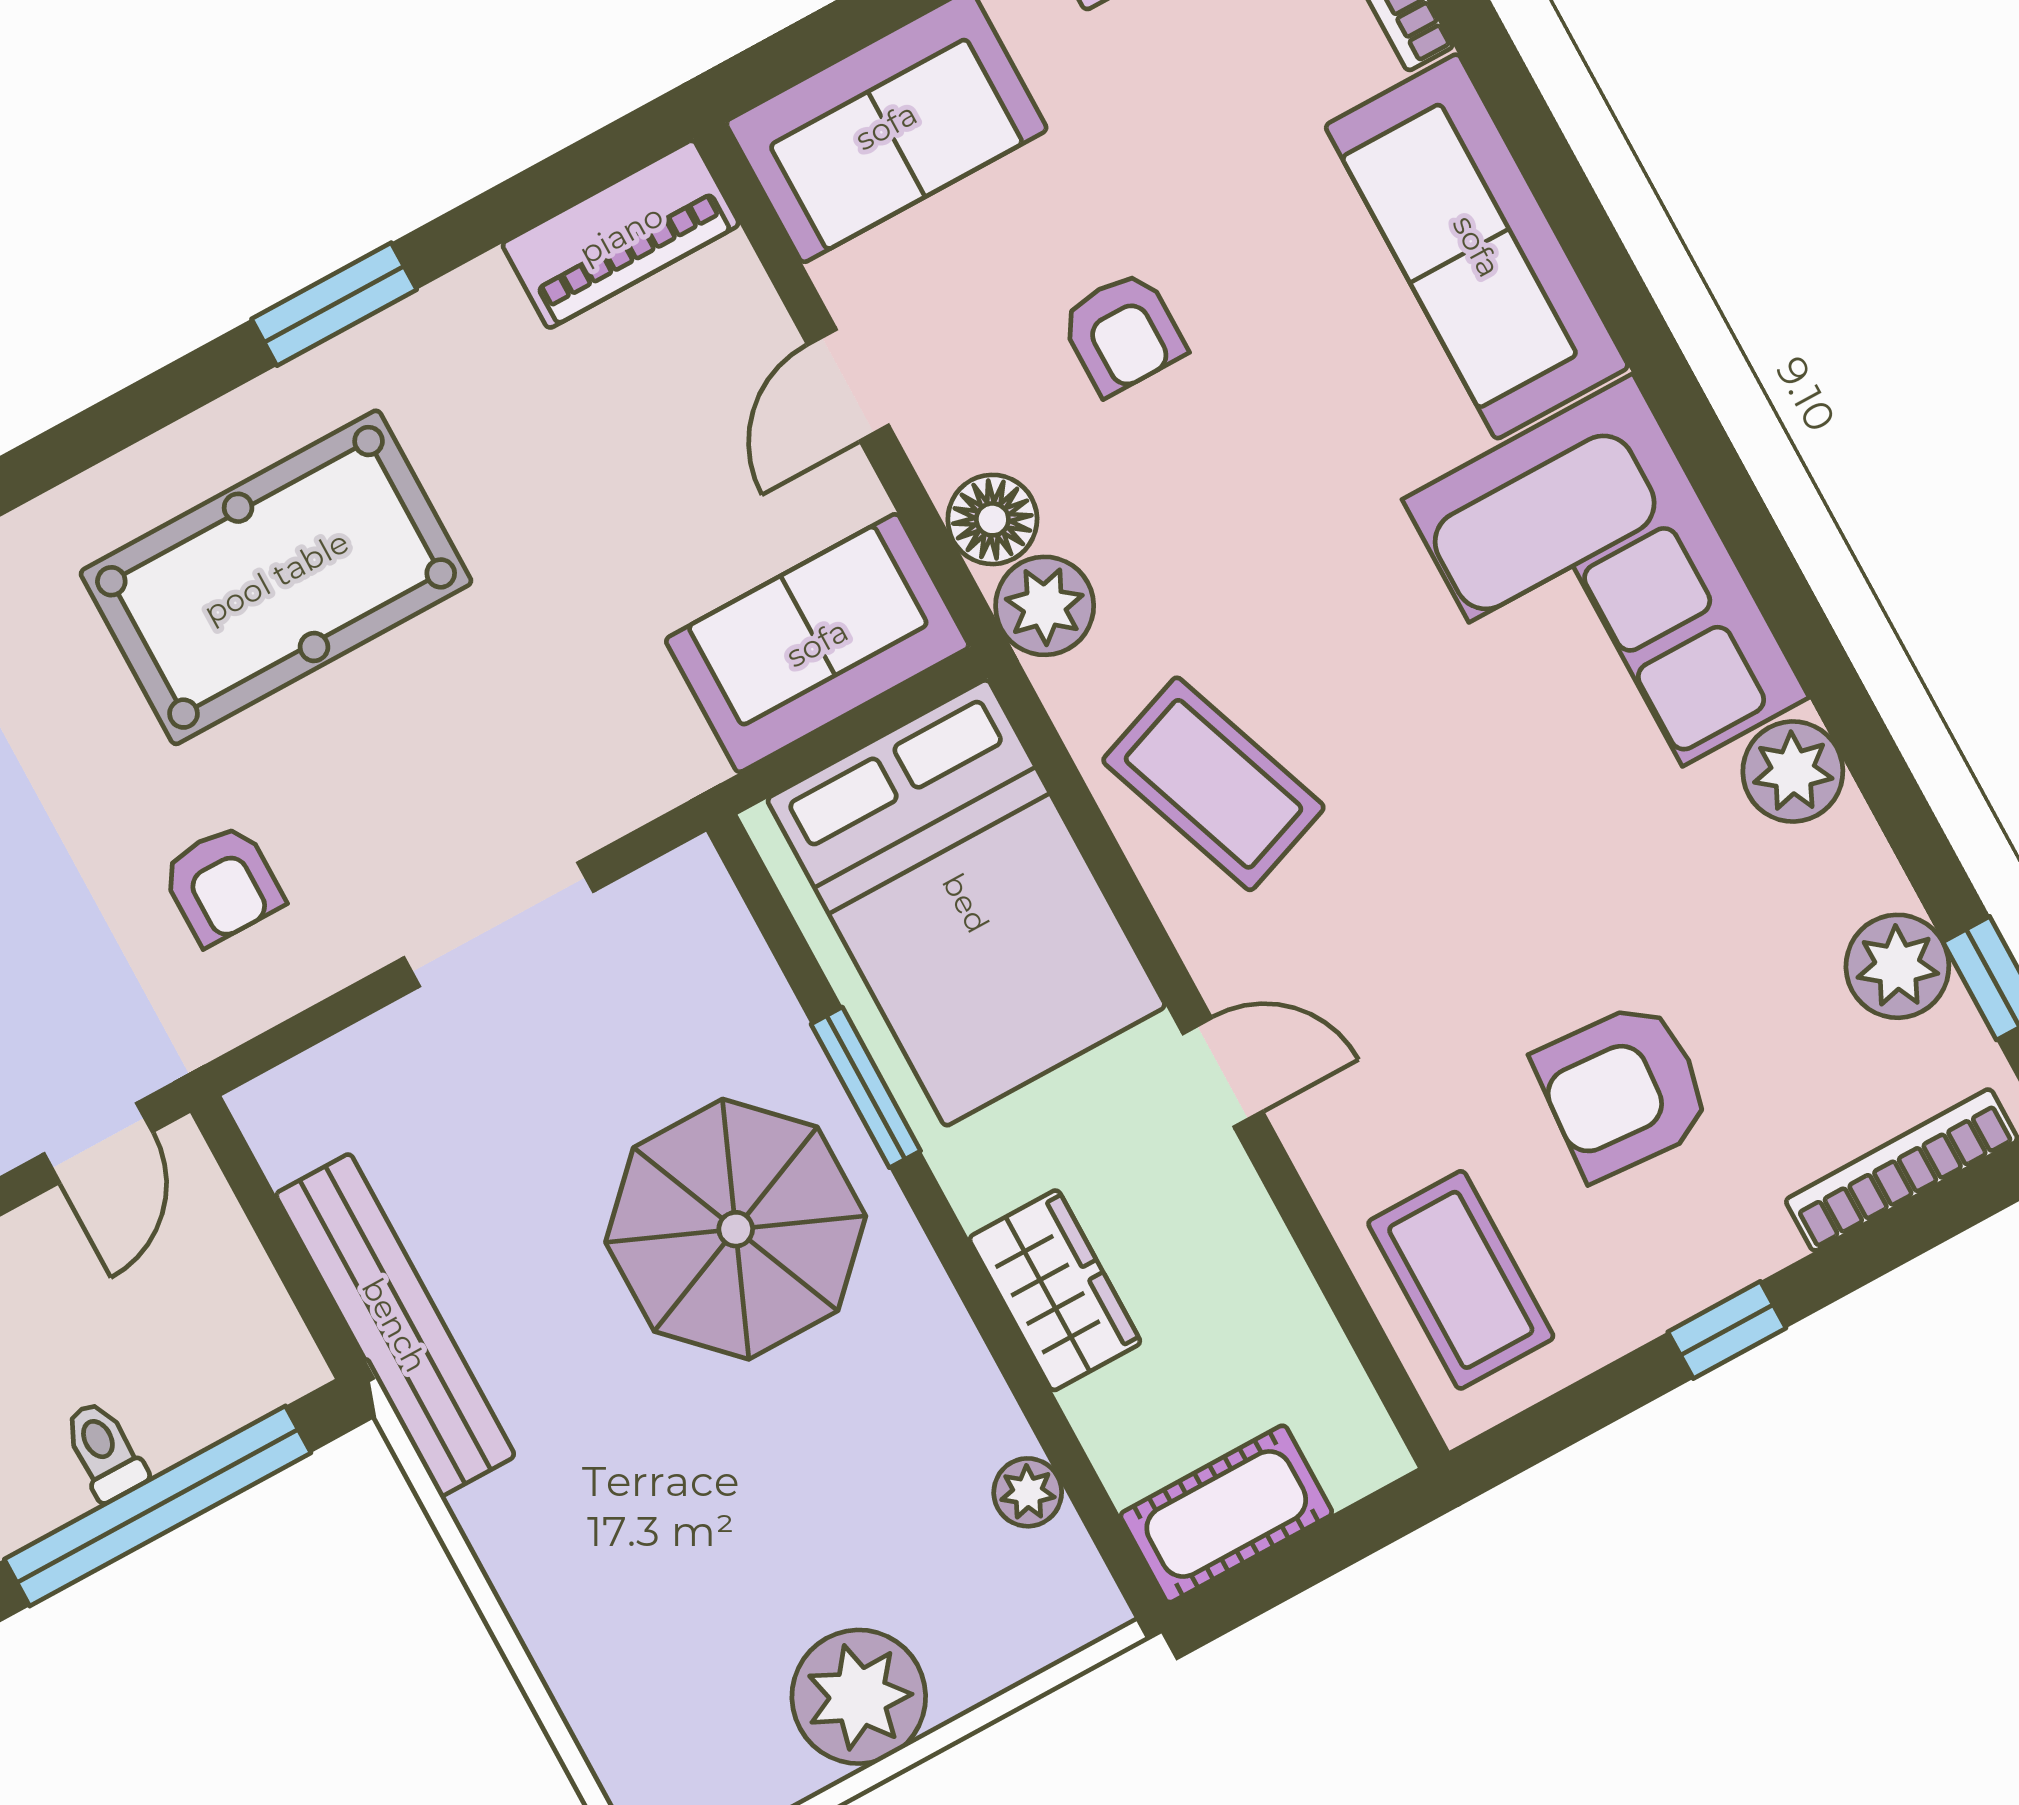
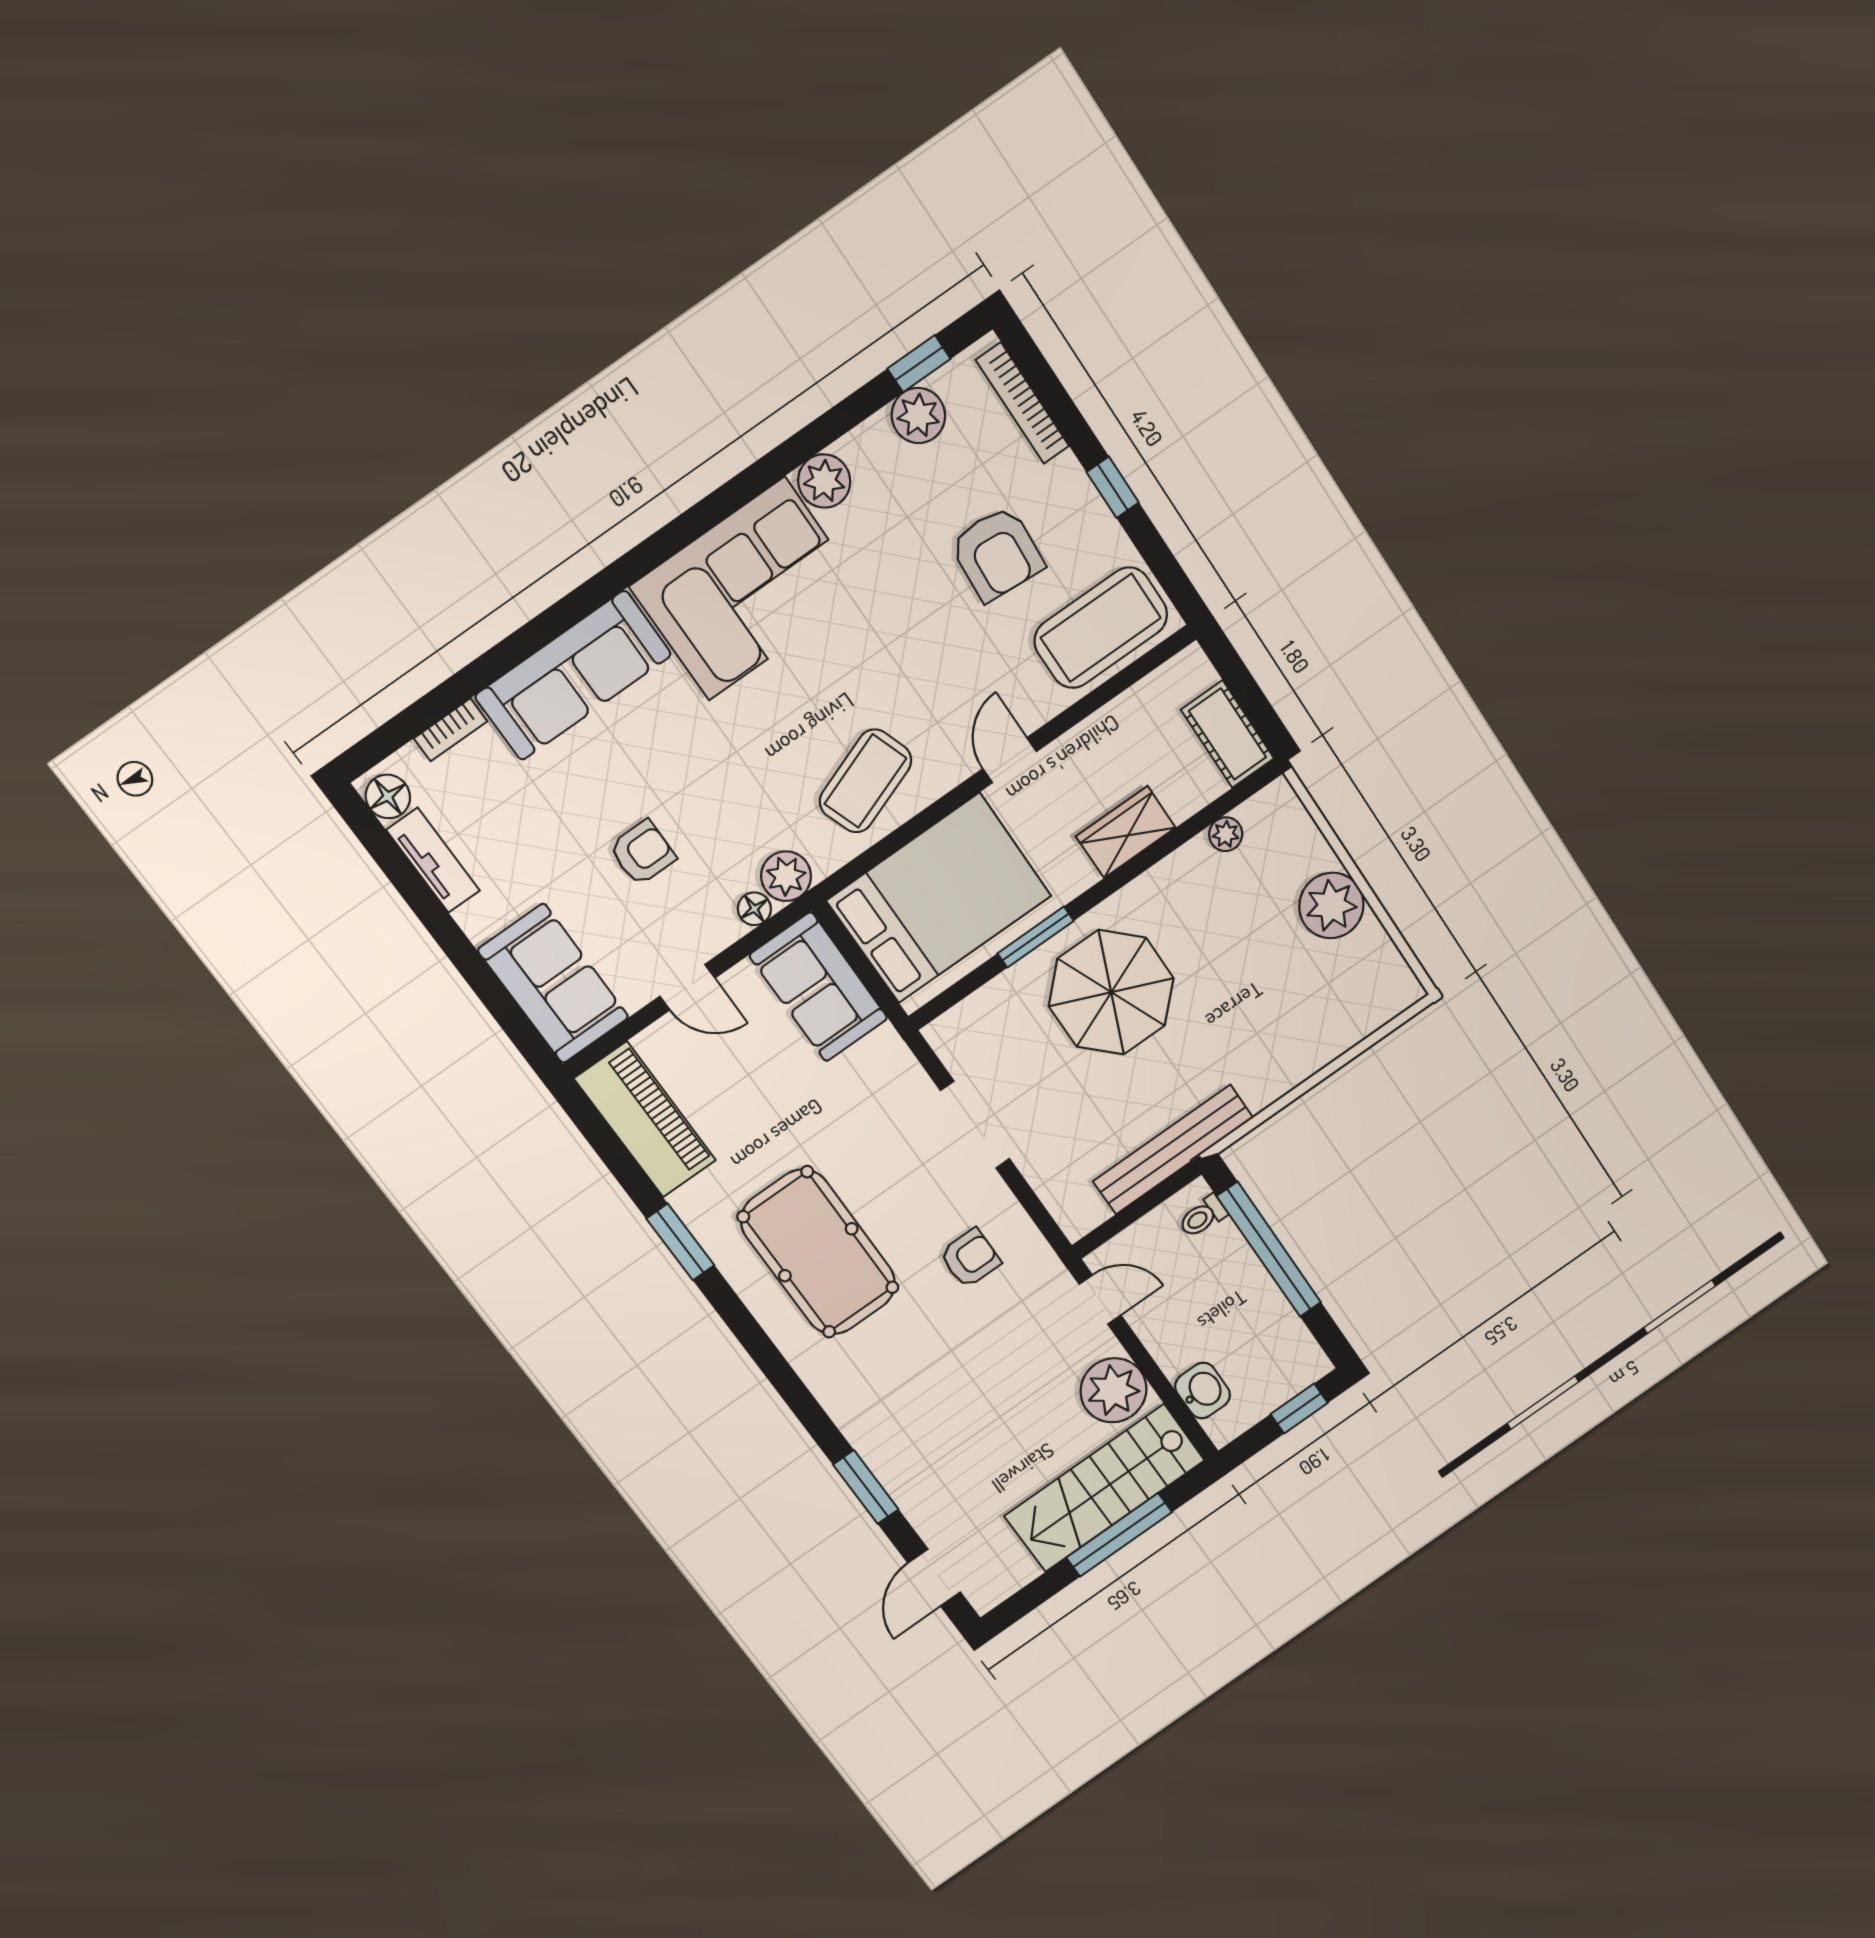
piano: (621, 234) -> (645, 1119), width x1.37, depth x1.33
floor lamp: (992, 519) -> (754, 909), width x0.73, depth x0.73
coffee table: (1461, 1280) -> (1101, 628), width x1.36, depth x1.32
toilet: (104, 1451) -> (1203, 1216), moved

